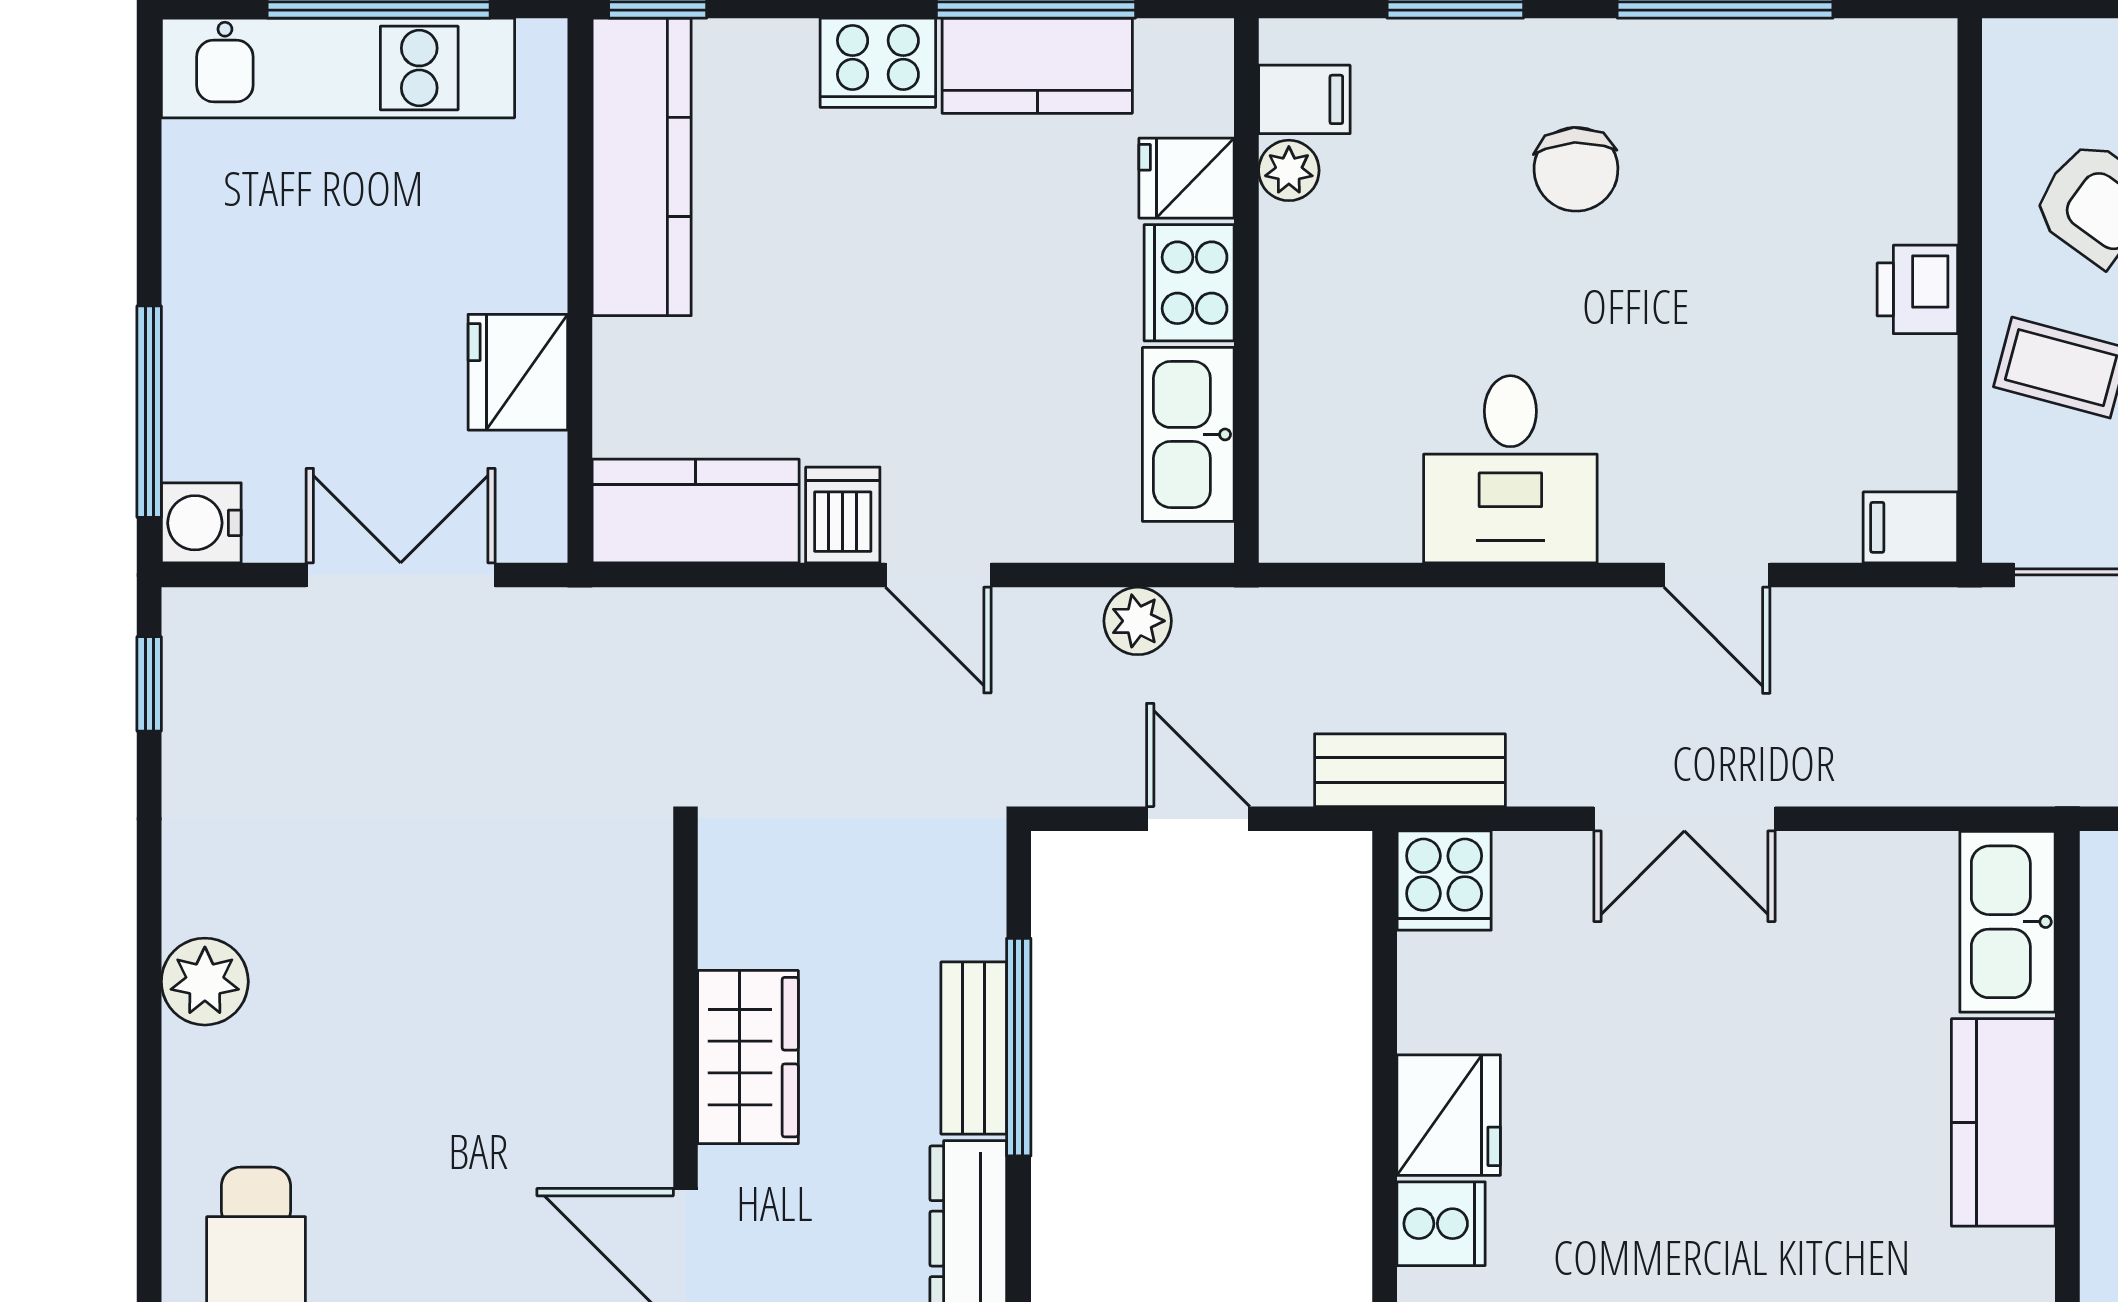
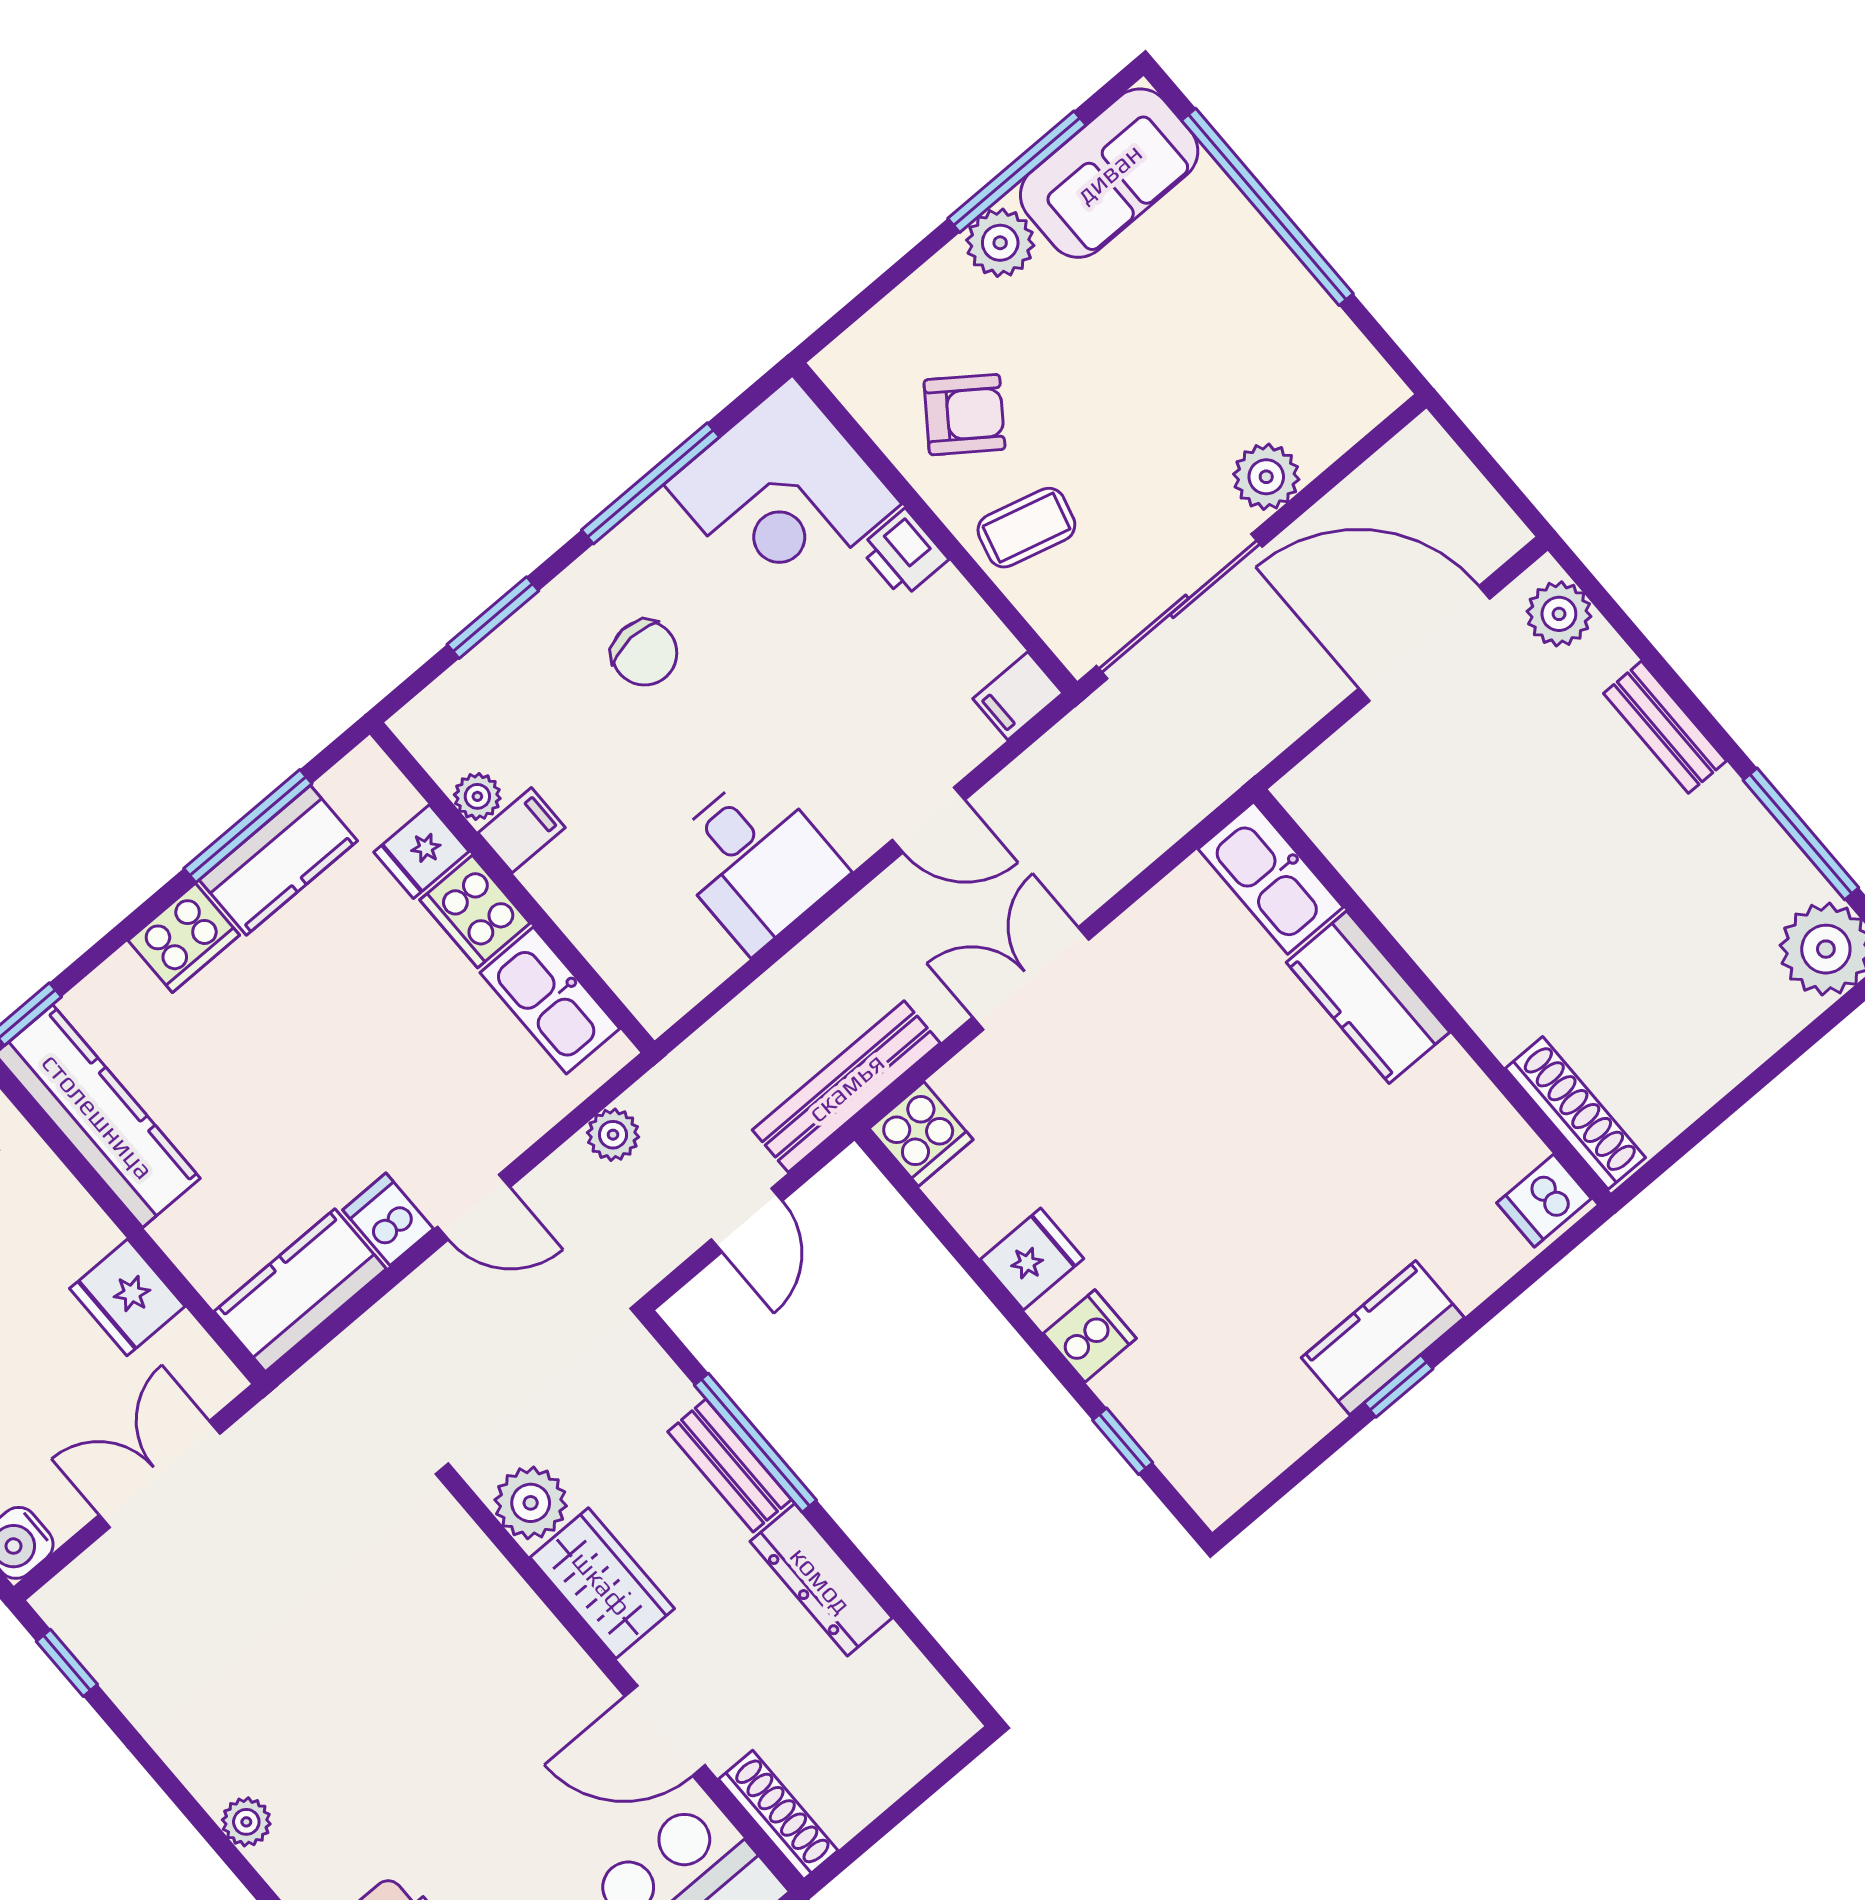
filing cabinet: (1304, 99) -> (522, 830), moved
corner desk: (1847, 128) -> (783, 494), added
bench: (1410, 770) -> (846, 1087), width x1.36
door: (1198, 819) -> (747, 1220), swing flipped
double door: (1684, 819) -> (1031, 978), swing flipped
plant: (745, 917) -> (531, 1503), added
plant: (205, 982) -> (246, 1822), width x0.73, depth x0.73
fridge: (1449, 1115) -> (1032, 1259), width x0.72

